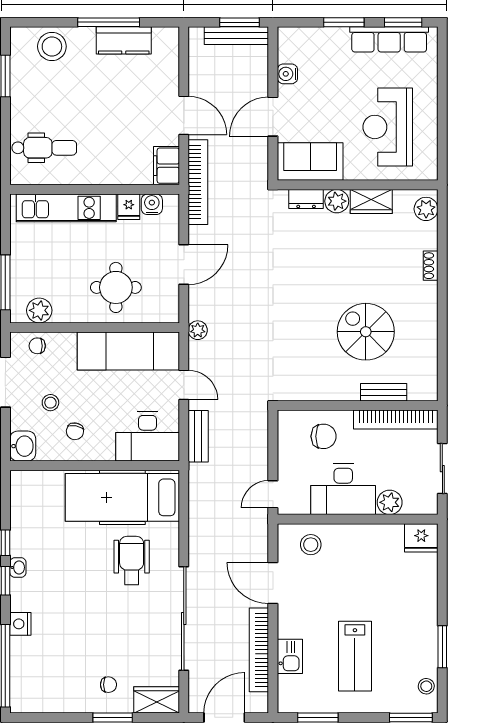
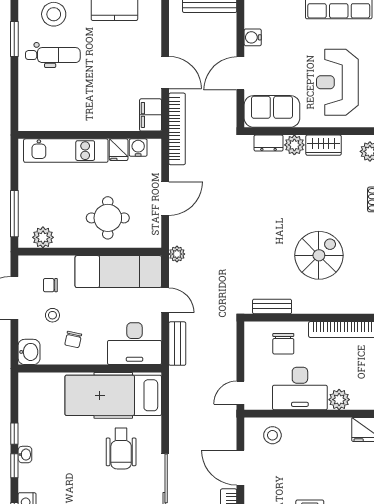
dental chair: (44, 148) -> (53, 55), moved
spiral stairs: (366, 332) -> (319, 255), turned 90
chair: (37, 346) -> (50, 285), moved
bench: (384, 392) -> (272, 306), moved
chair: (324, 436) -> (283, 344), turned 90
wheelchair: (132, 560) -> (121, 449), turned 180

